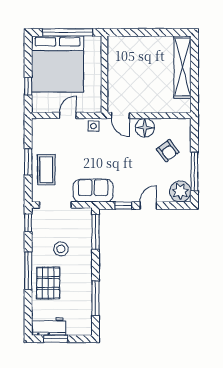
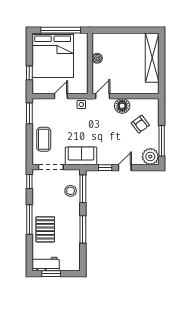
boiler: (113, 68) -> (97, 58), added
door: (120, 115) -> (103, 96), swing flipped
window: (28, 162) -> (29, 113), moved
stool: (61, 249) -> (71, 191), moved
window: (95, 298) -> (83, 229), moved

